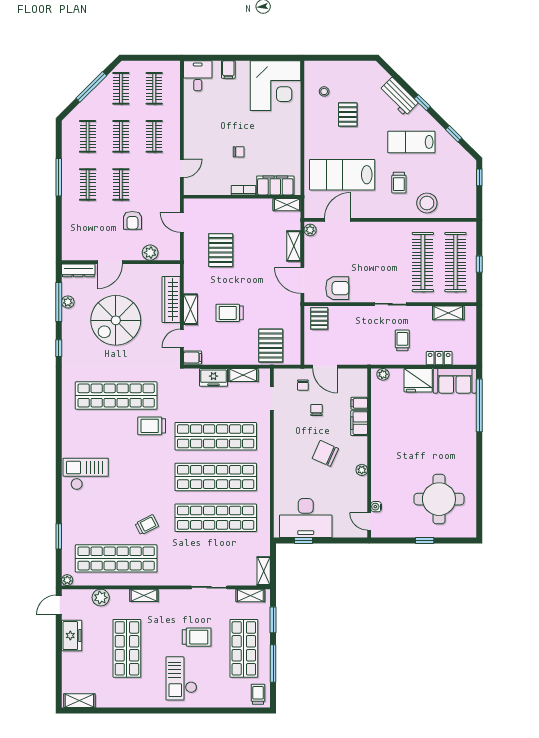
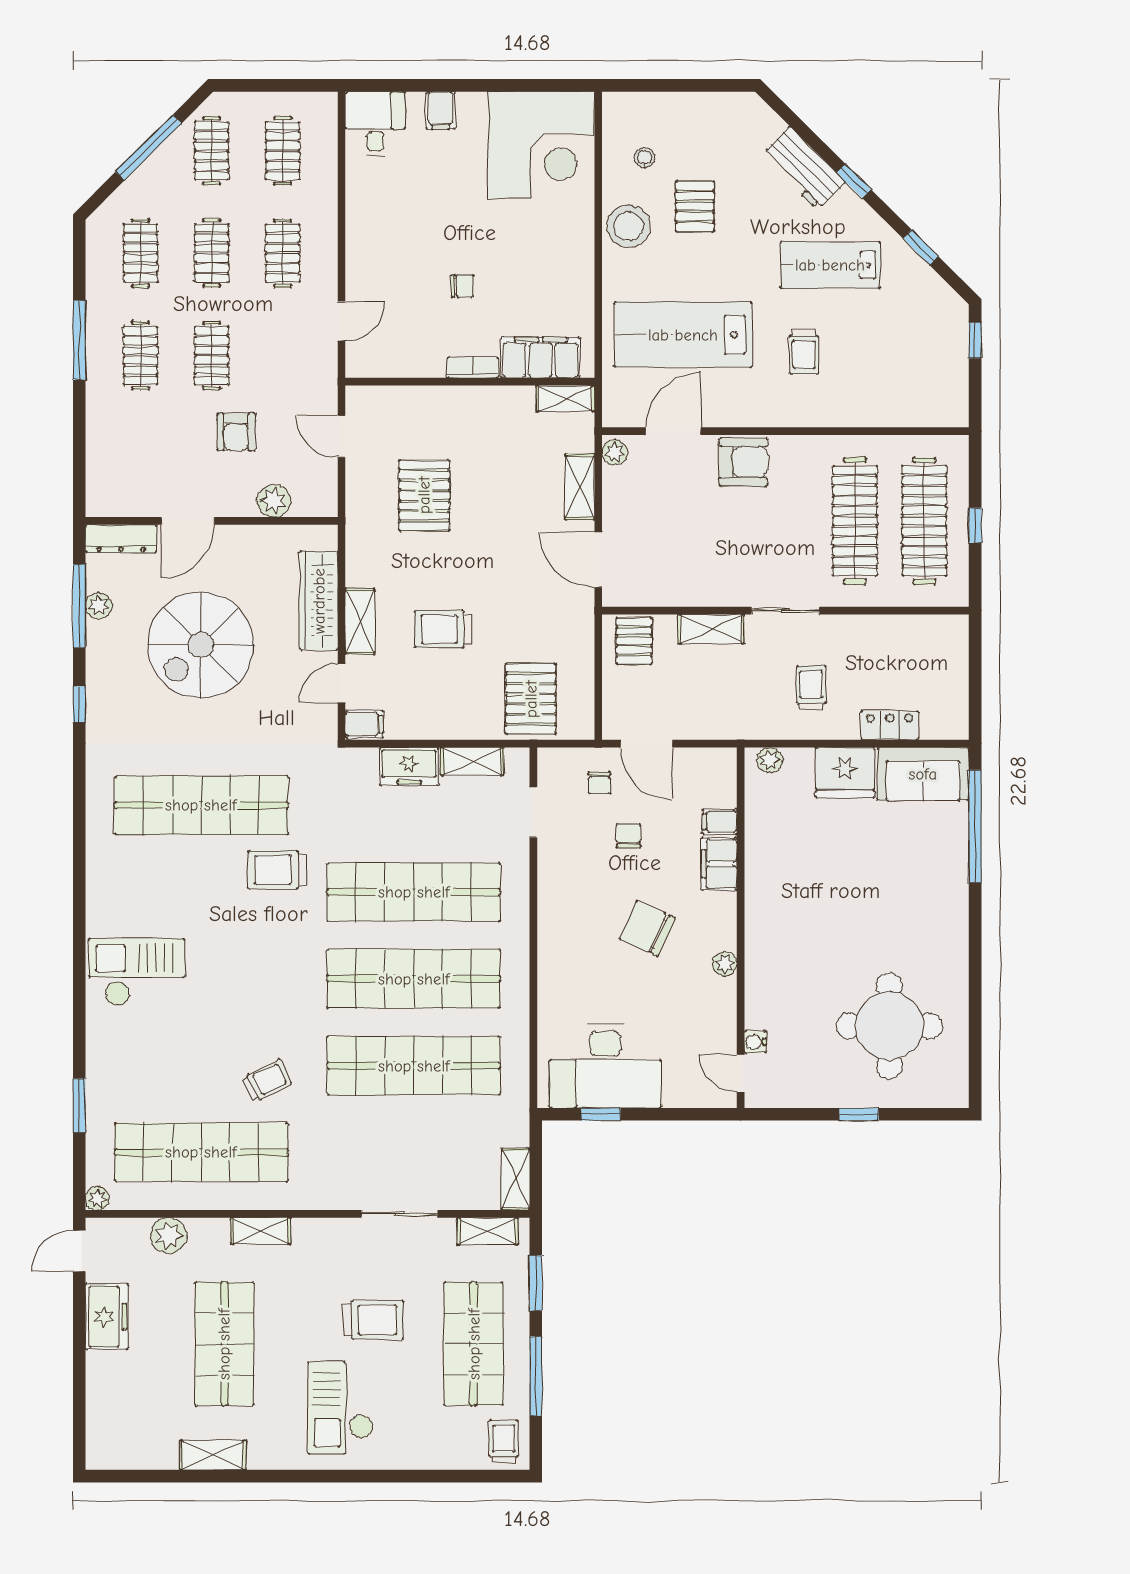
stool: (427, 203) -> (629, 226), moved
armchair: (337, 288) -> (743, 462), moved
shelving: (448, 313) -> (711, 629), moved
shelving: (79, 701) -> (213, 1455), moved

